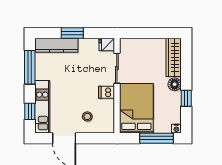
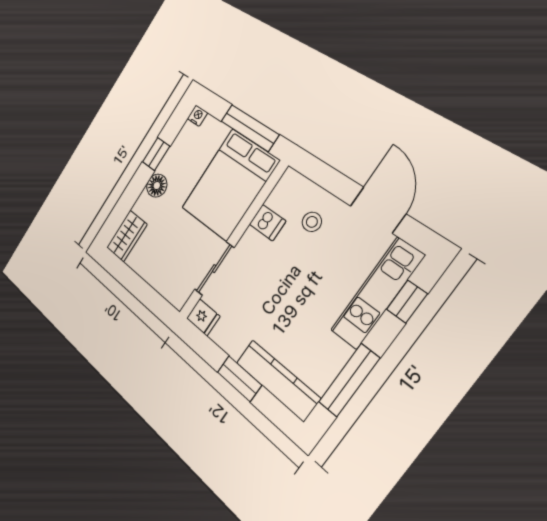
wardrobe: (174, 57) -> (127, 236), width x0.67
dishwasher: (106, 92) -> (267, 223), moved
window: (157, 138) -> (250, 128), moved

